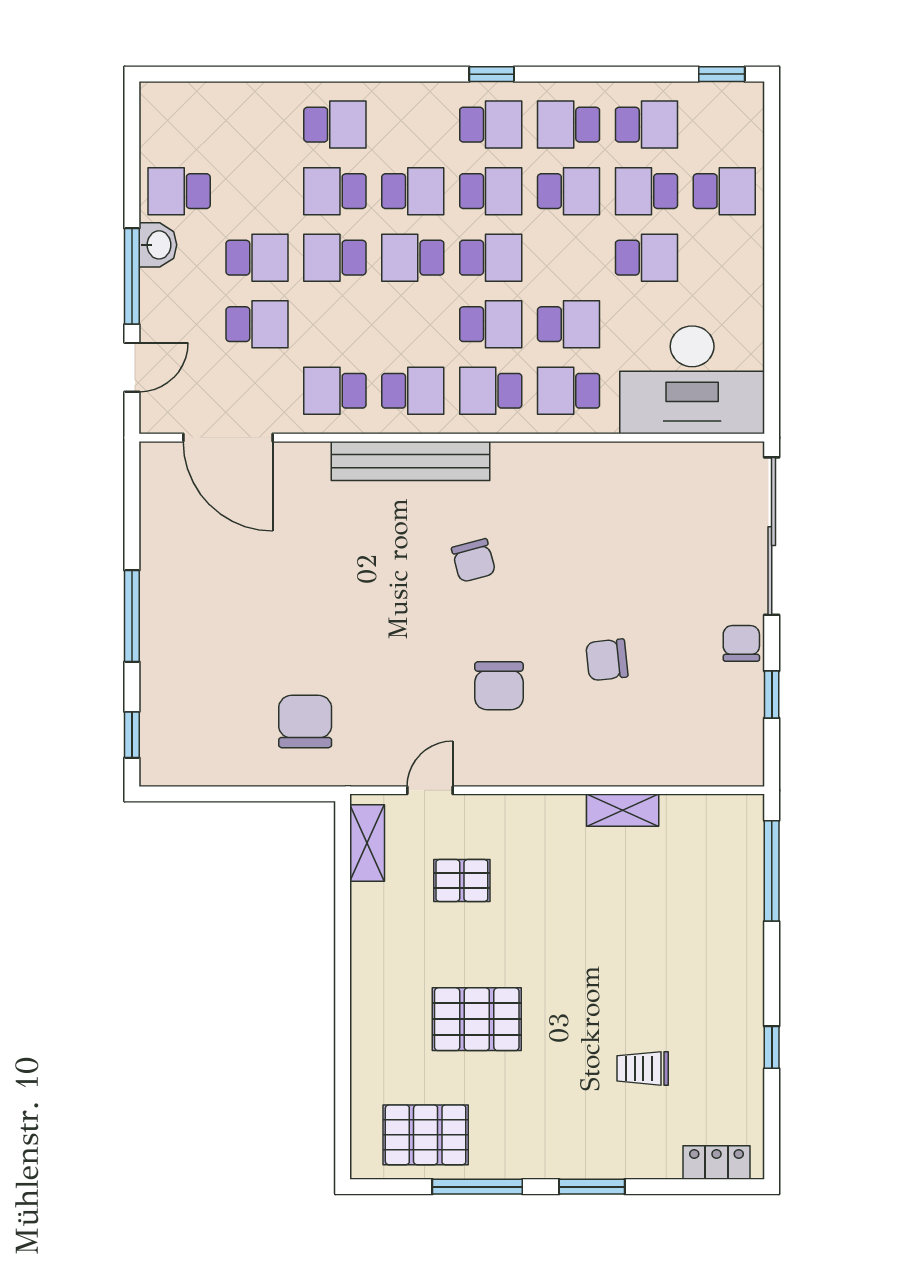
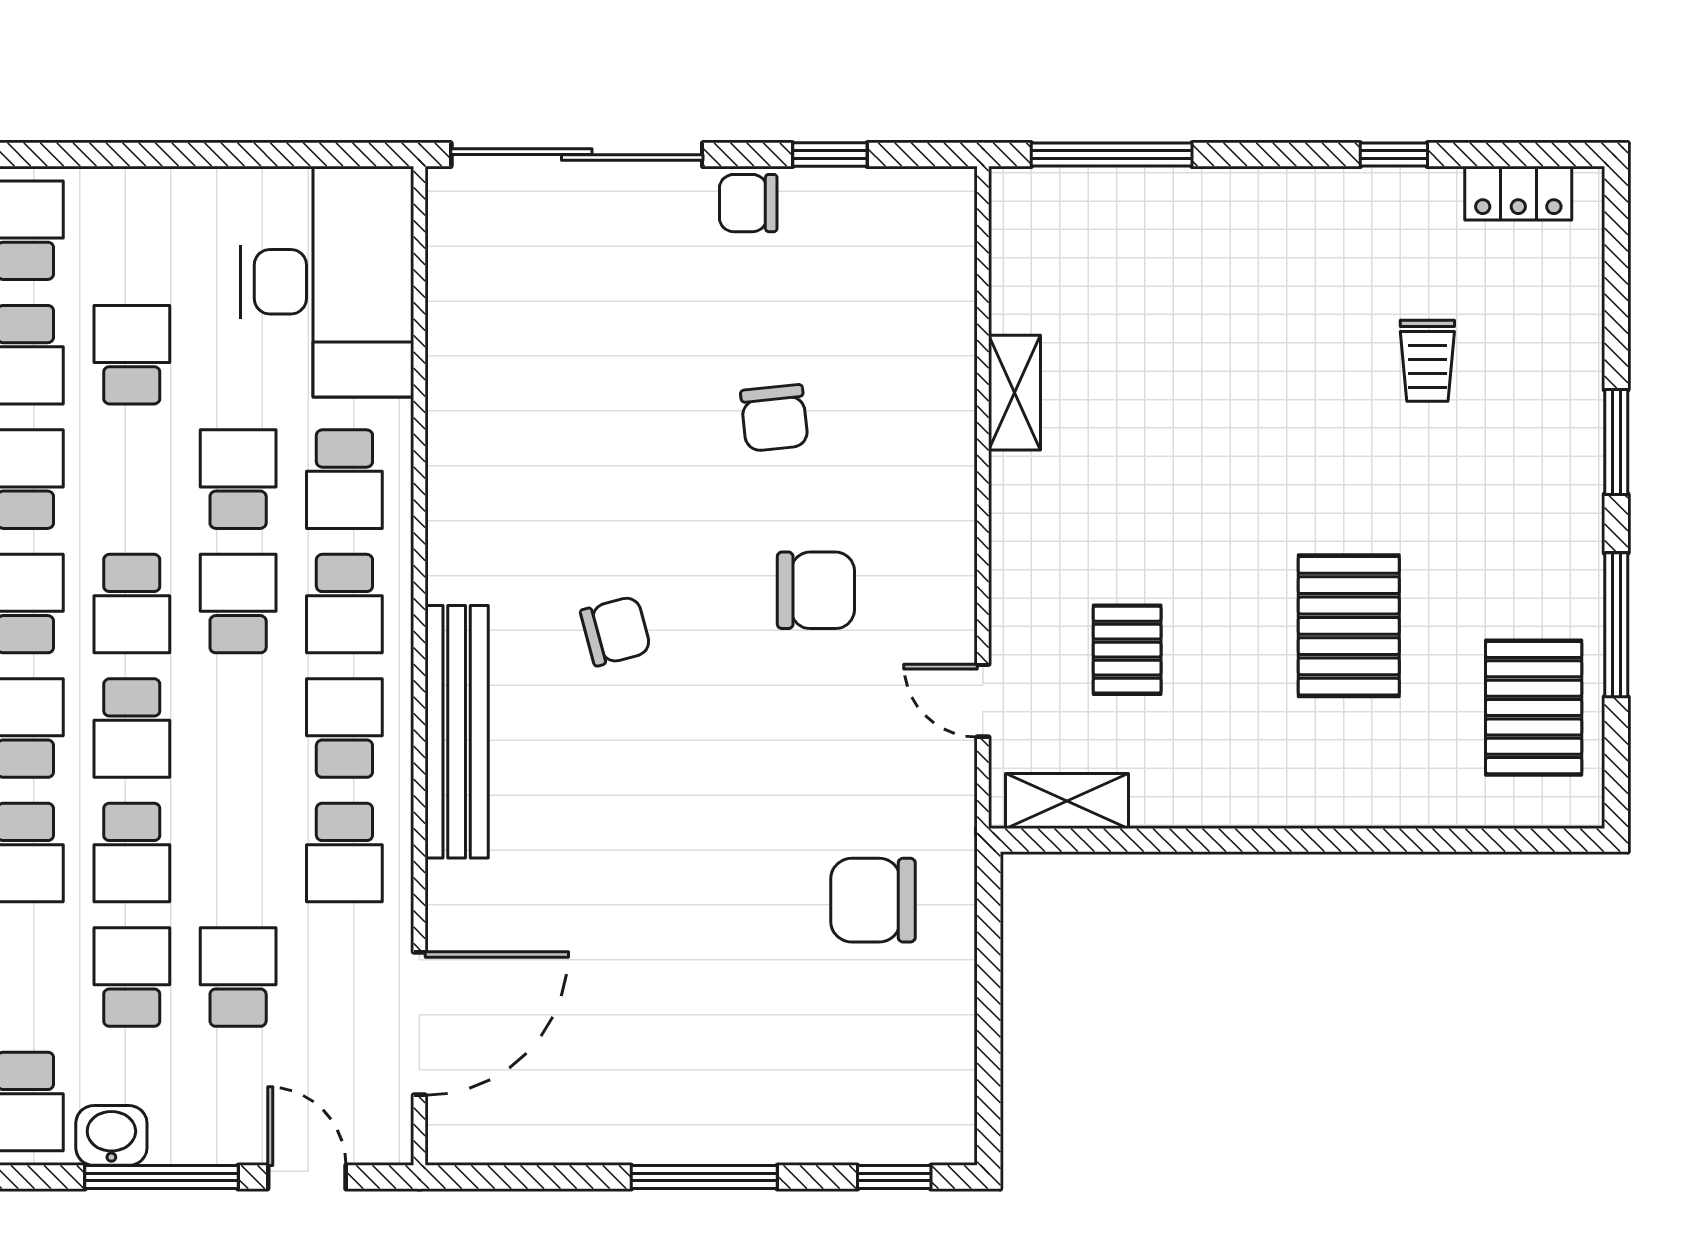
school desk: (491, 258) -> (132, 604), turned 180
locker: (716, 1162) -> (1518, 193), moved, turned -90

